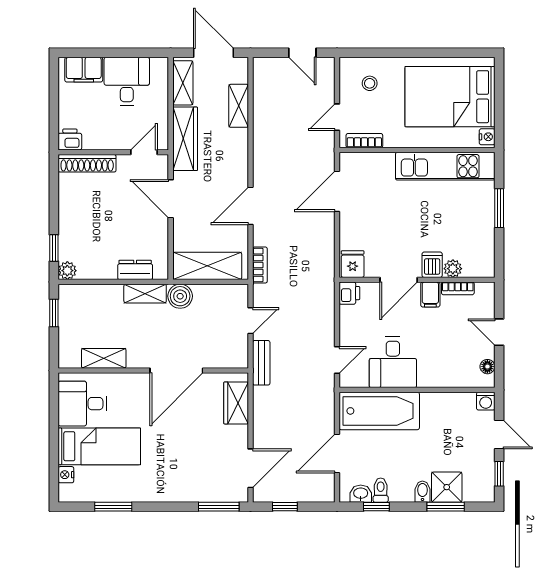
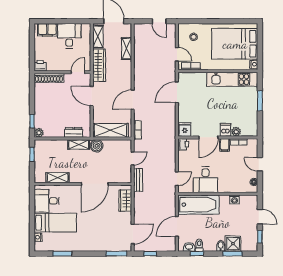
door: (337, 117) -> (177, 54), swing flipped
washing machine: (486, 401) -> (234, 200), moved

